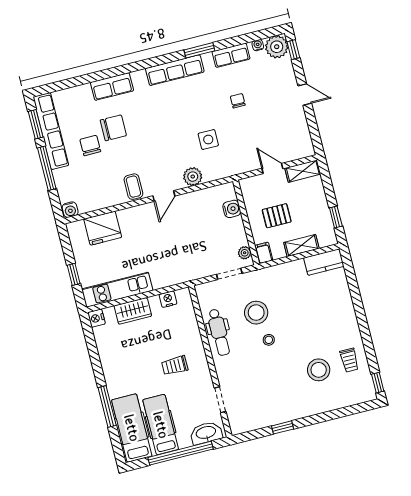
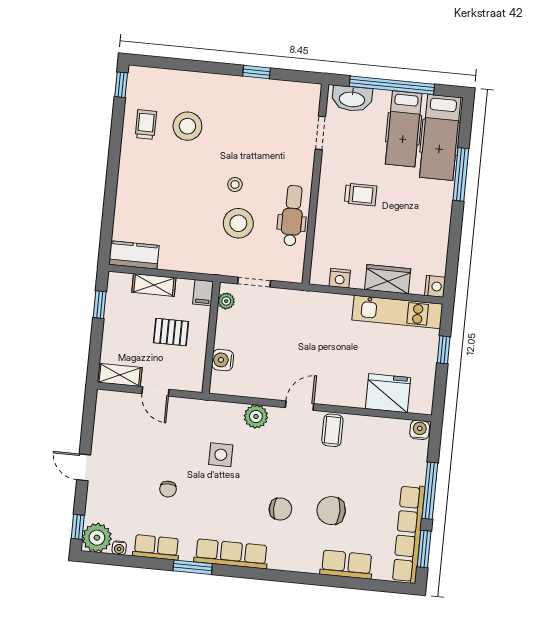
row of seats: (112, 87) -> (346, 565), moved
chair: (90, 145) -> (280, 509), moved, turned -90

